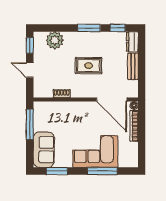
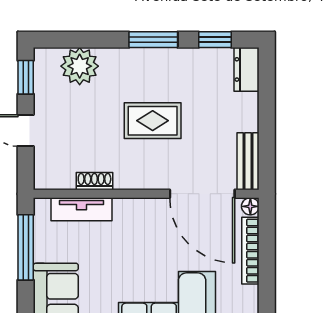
bench: (133, 66) -> (248, 161), moved
tv unit: (56, 107) -> (81, 209), added

